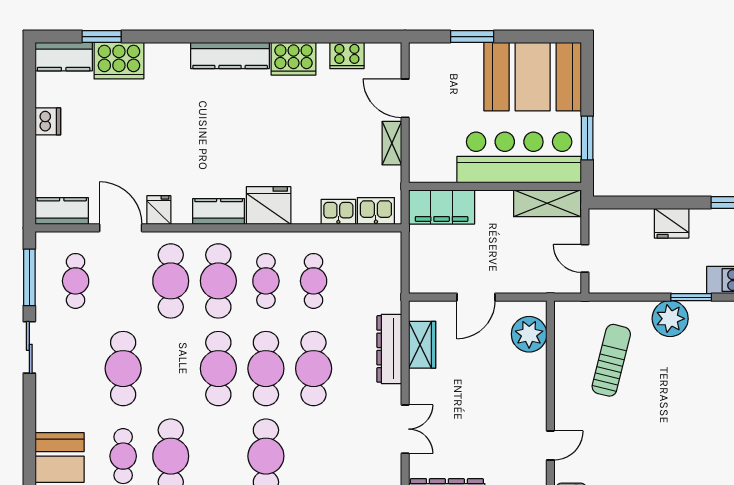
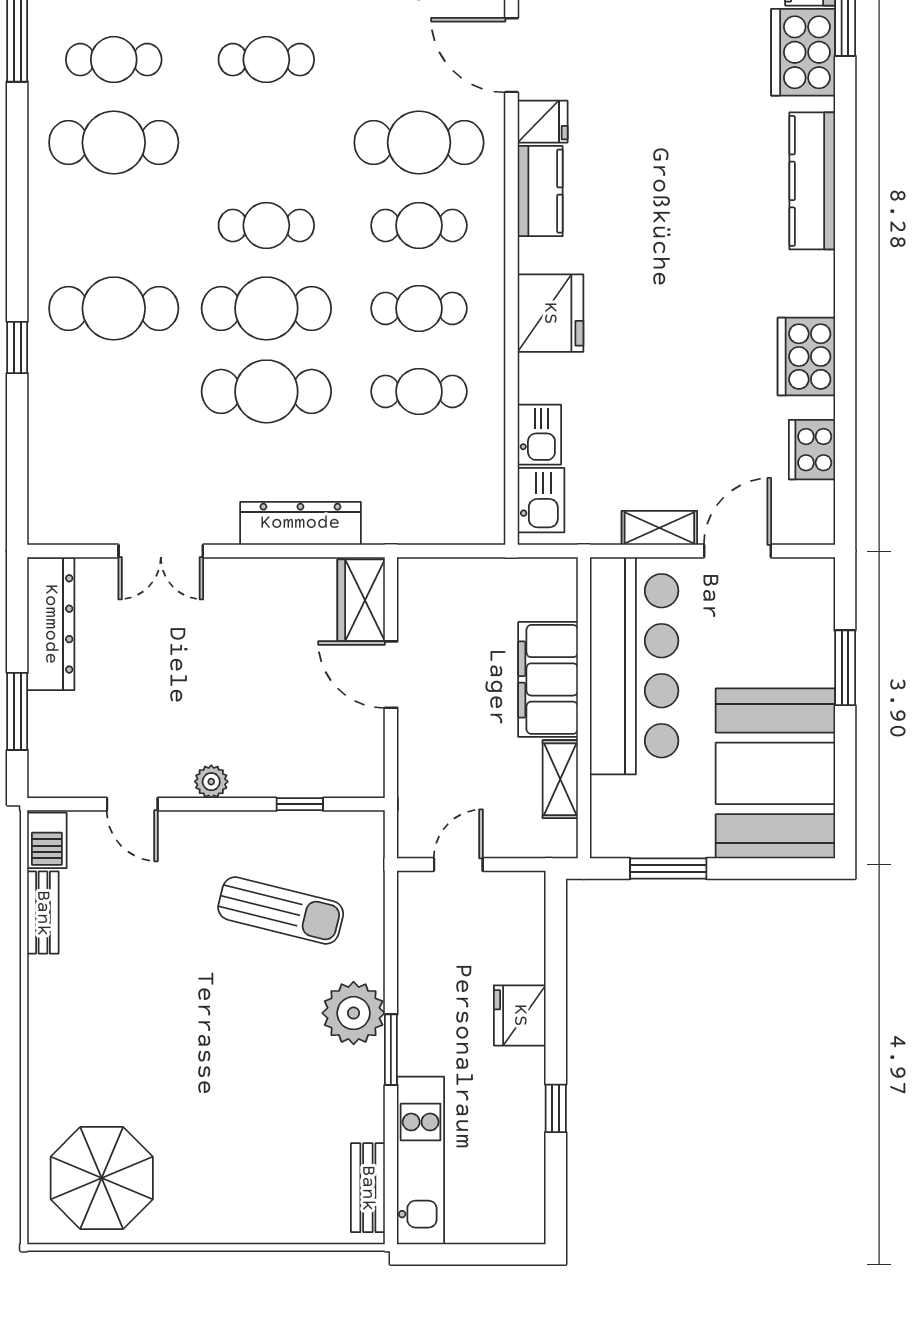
kitchen counter: (230, 55) -> (812, 181), moved
bar counter: (519, 158) -> (634, 666), moved
shelving: (547, 203) -> (560, 779), width x0.67, depth x0.75
filing cabinet: (442, 207) -> (548, 679), moved
kitchen counter: (219, 211) -> (540, 191), moved
door: (121, 228) -> (512, 55), swing flipped
cafe table: (218, 281) -> (419, 225), width x0.73, depth x0.74
plant: (529, 334) -> (211, 782), moved, width x0.53, depth x0.53
wardrobe: (422, 345) -> (361, 600), moved, turned 90
window: (550, 349) -> (300, 804), added
cafe table: (123, 369) -> (266, 60), width x0.73, depth x0.74
cafe table: (218, 369) -> (266, 225), width x0.73, depth x0.74

